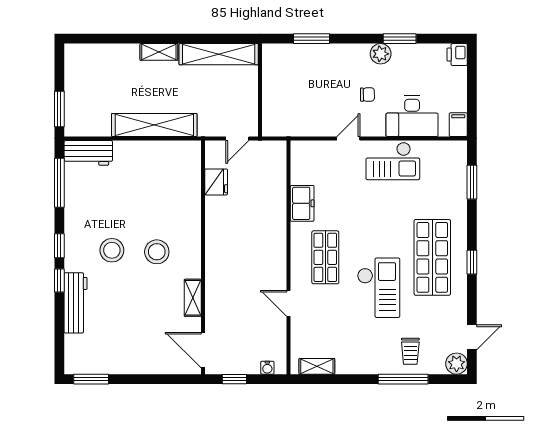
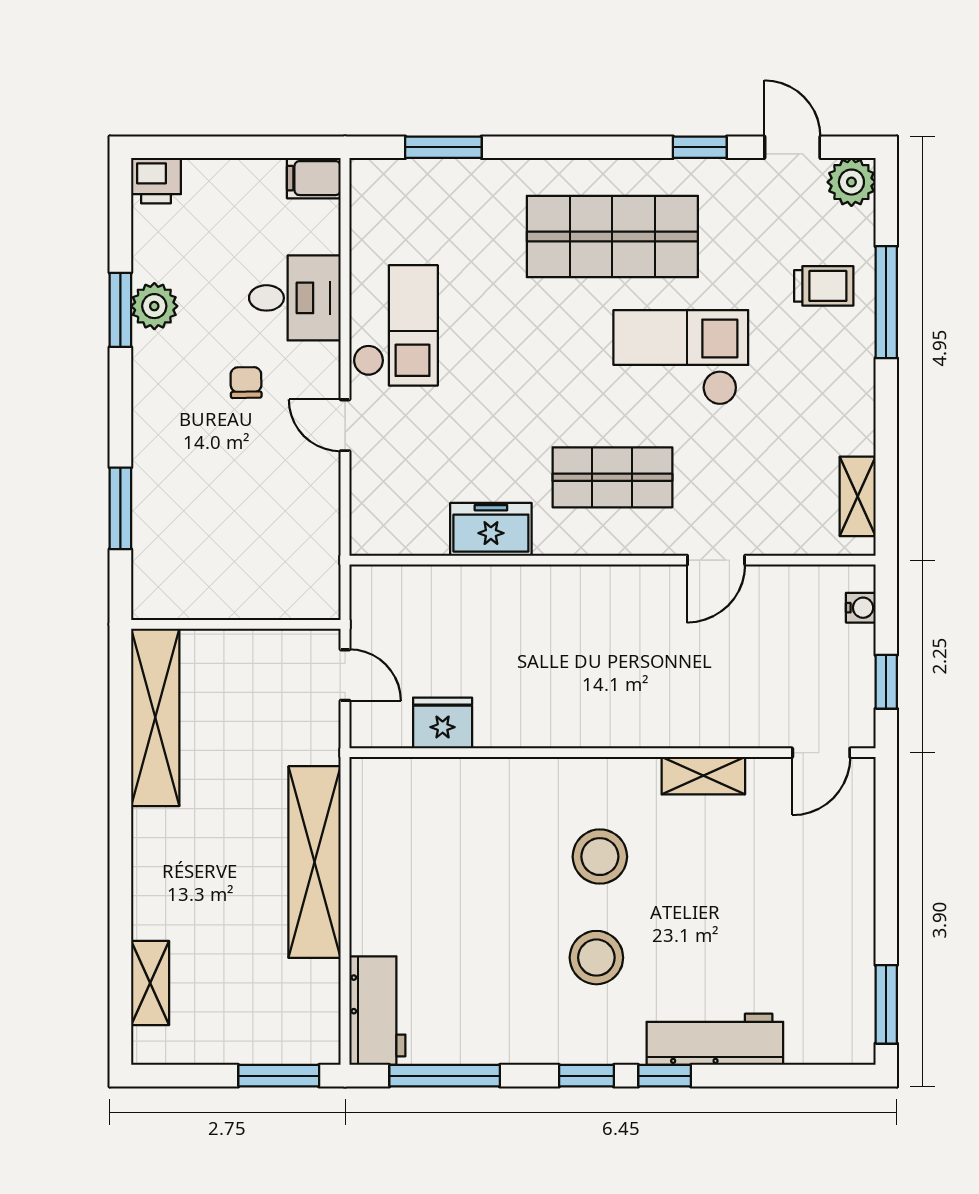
shelving: (159, 52) -> (150, 983), moved
plant: (381, 54) -> (154, 306), moved
desk: (412, 116) -> (295, 298), width x0.73
window: (472, 262) -> (700, 147), moved
door: (203, 350) -> (821, 753), width x0.73

